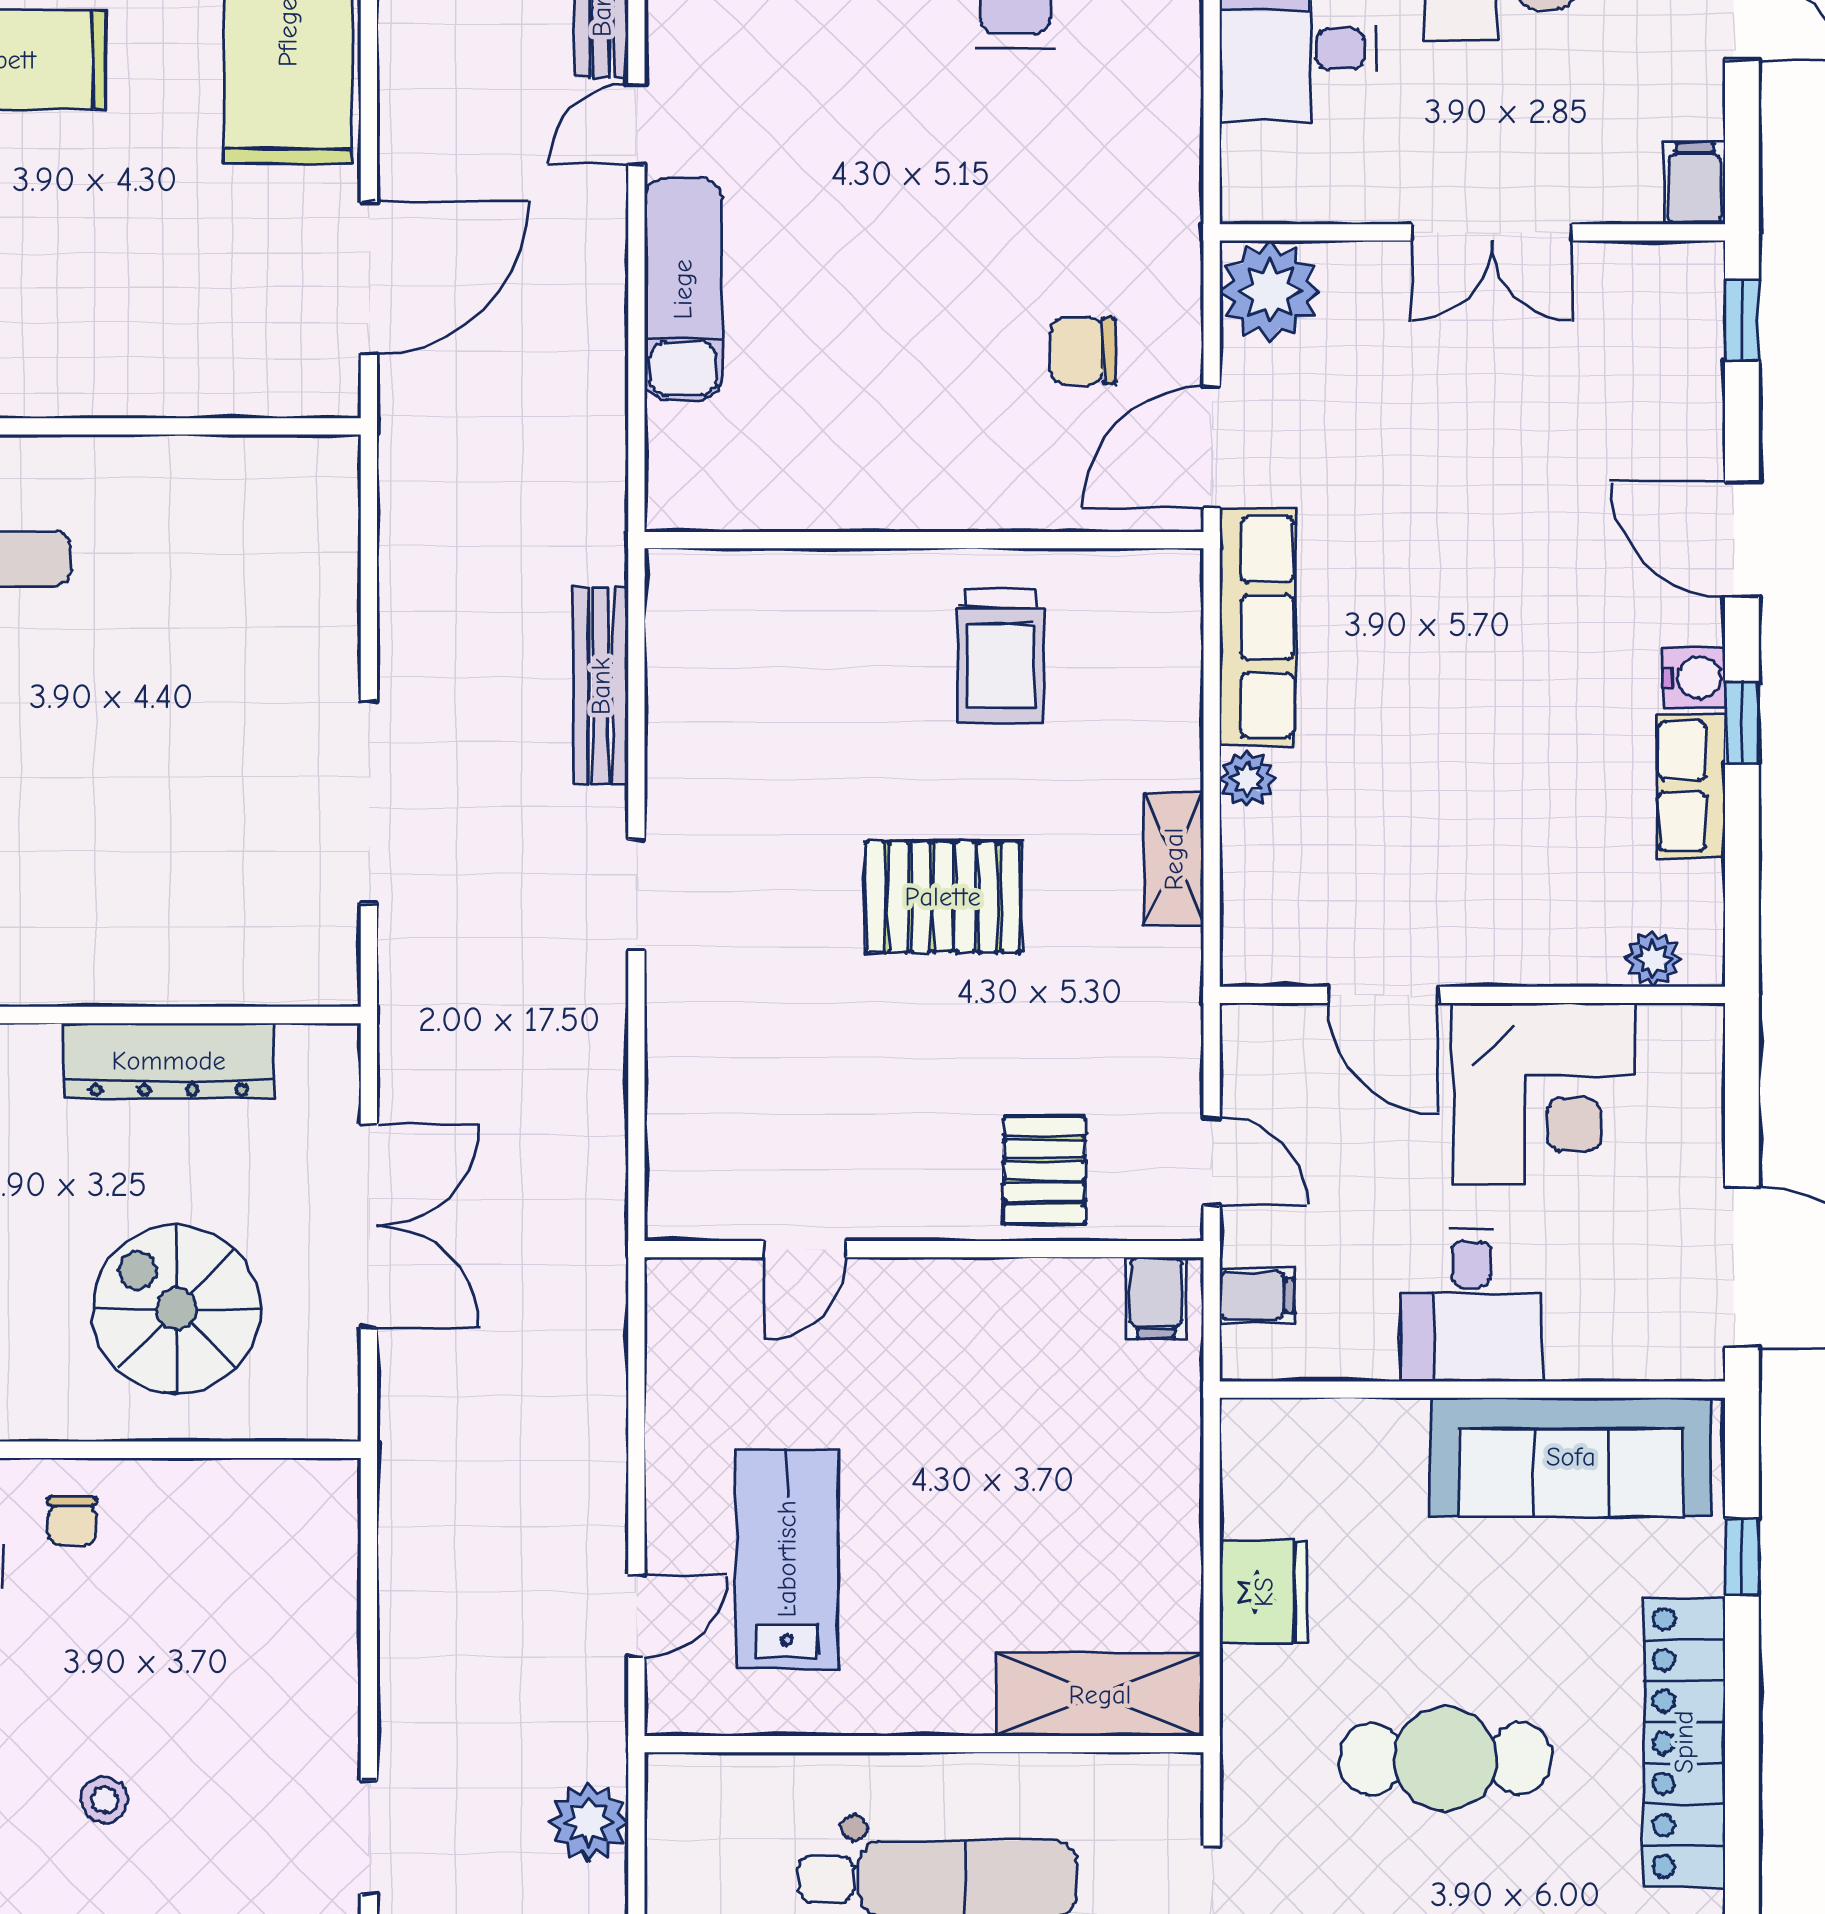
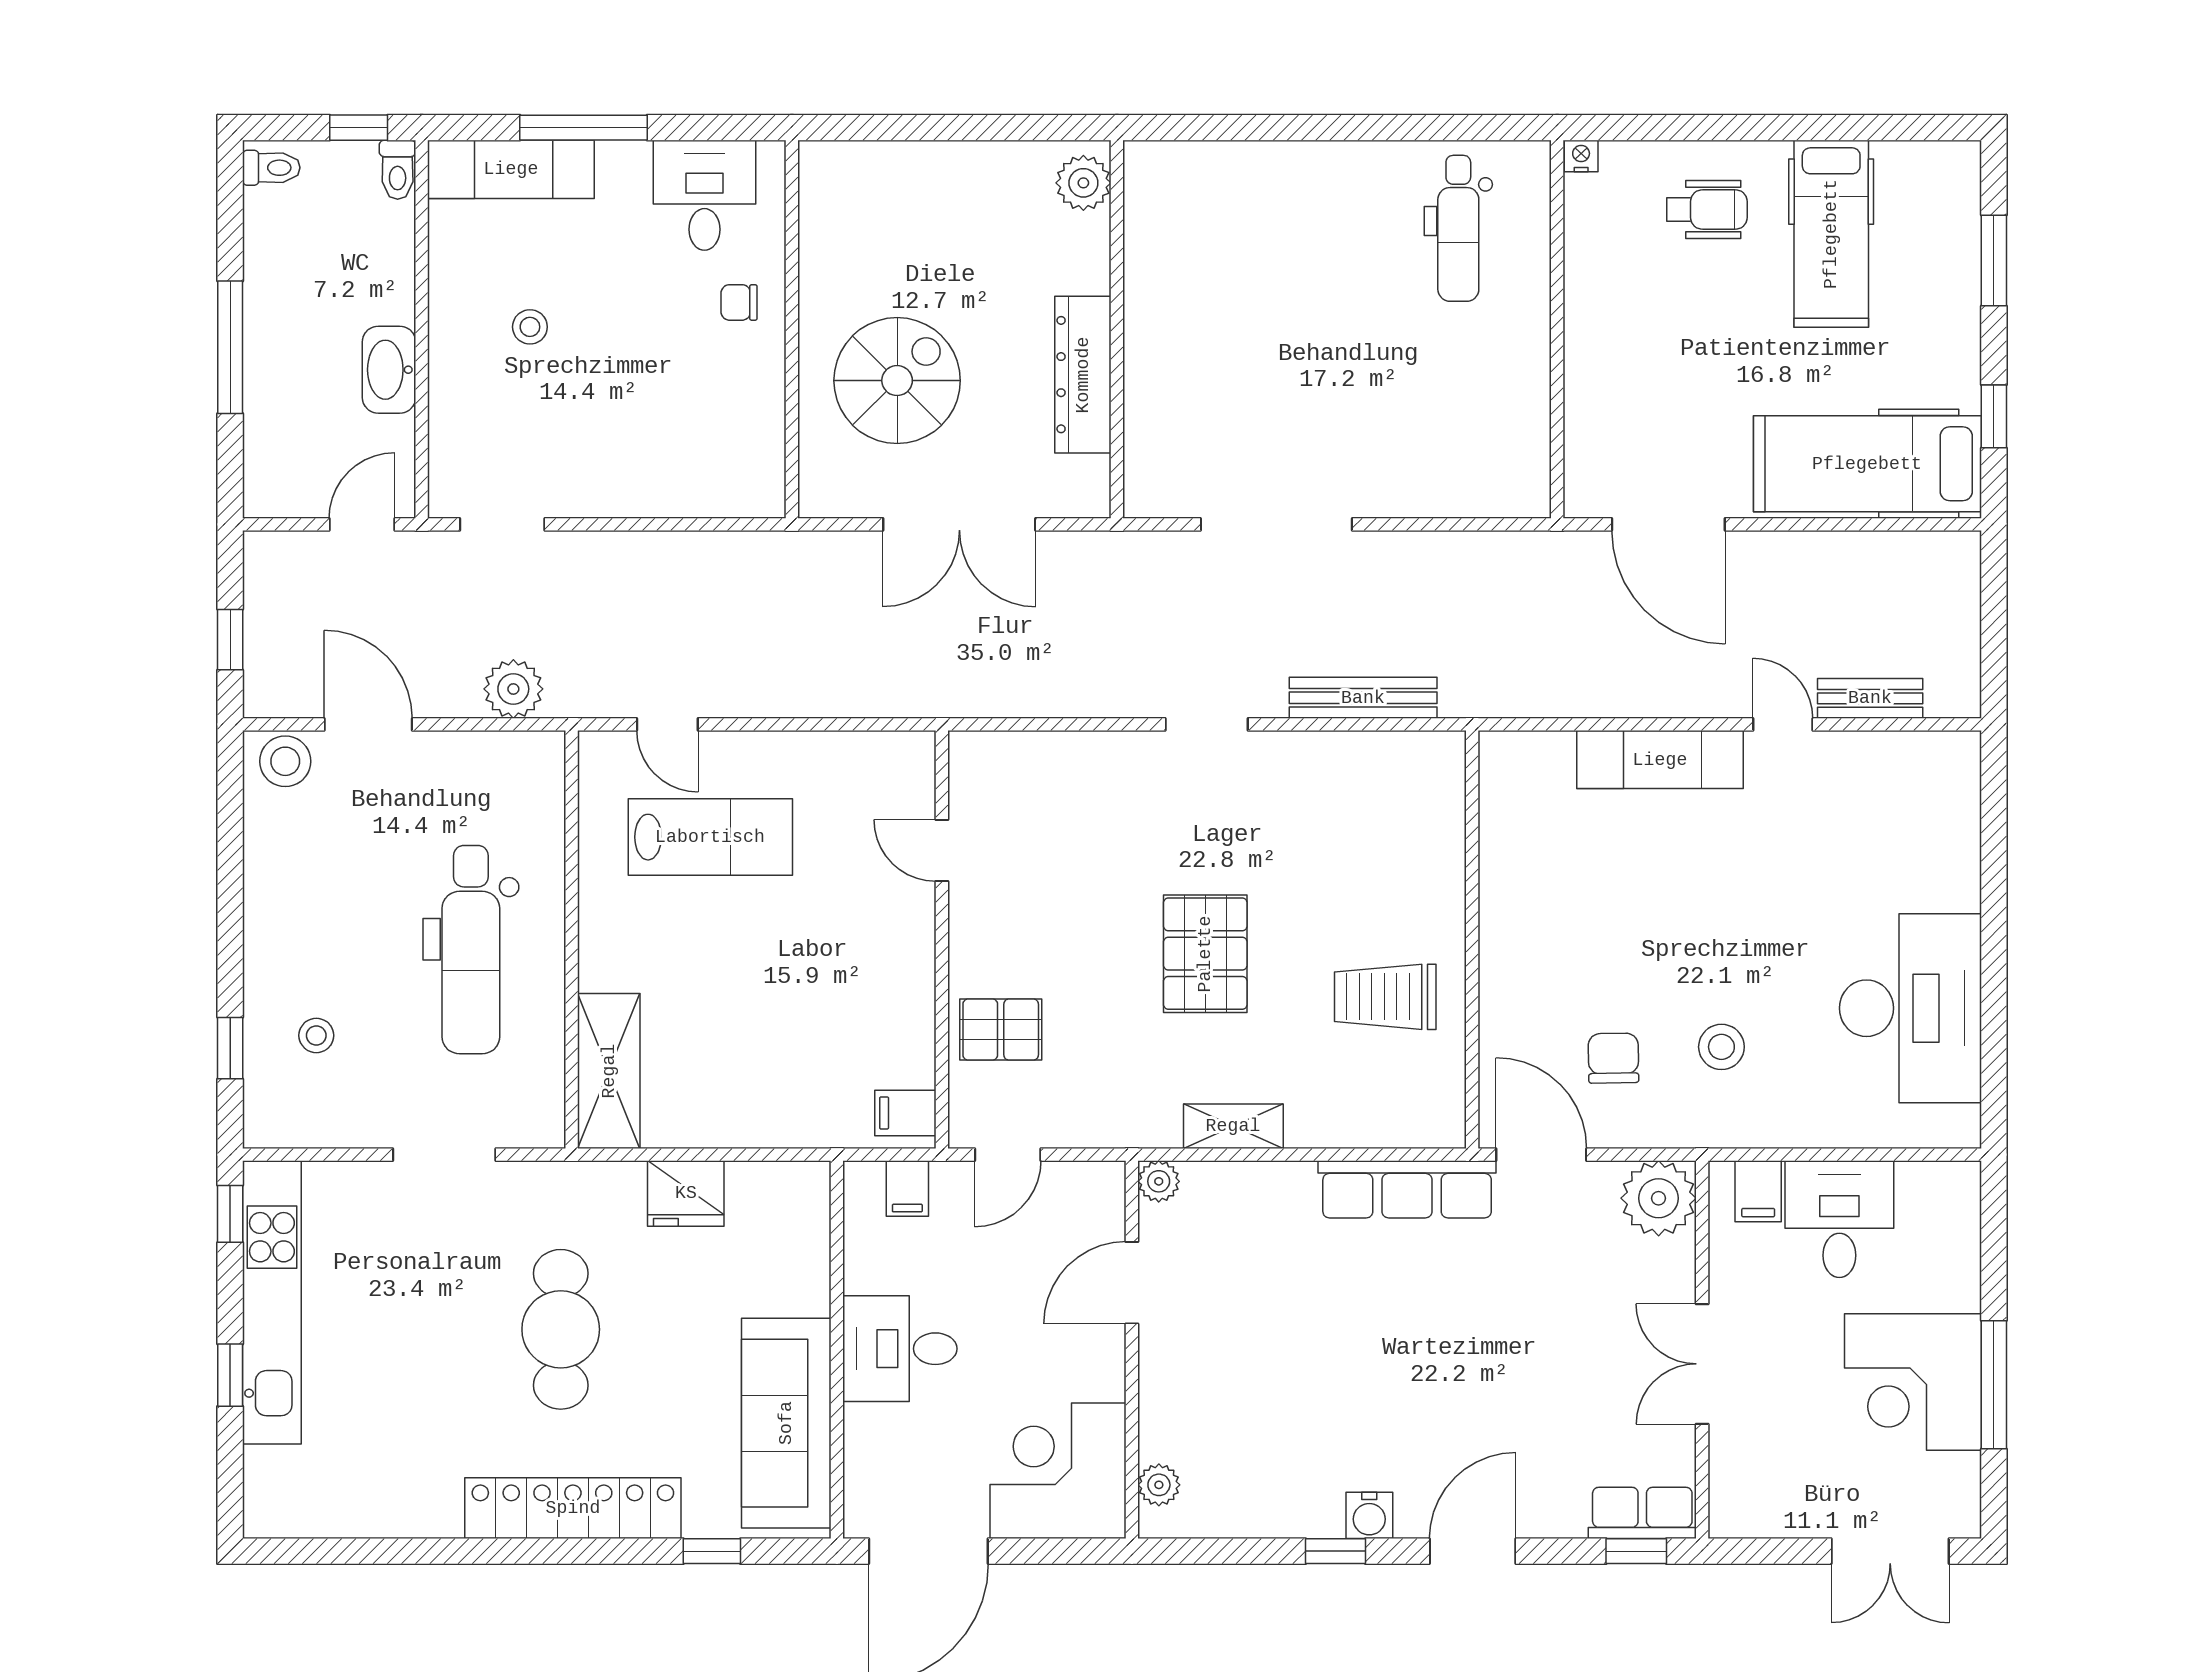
filing cabinet: (1695, 183) -> (1758, 1191), moved, turned 90
stool: (1068, 207) -> (1721, 1047), added
plant: (1247, 779) -> (1159, 1181), moved
row of seats: (1691, 786) -> (1642, 1513), moved
corner desk: (1543, 1094) -> (1058, 1471), moved, turned 90

